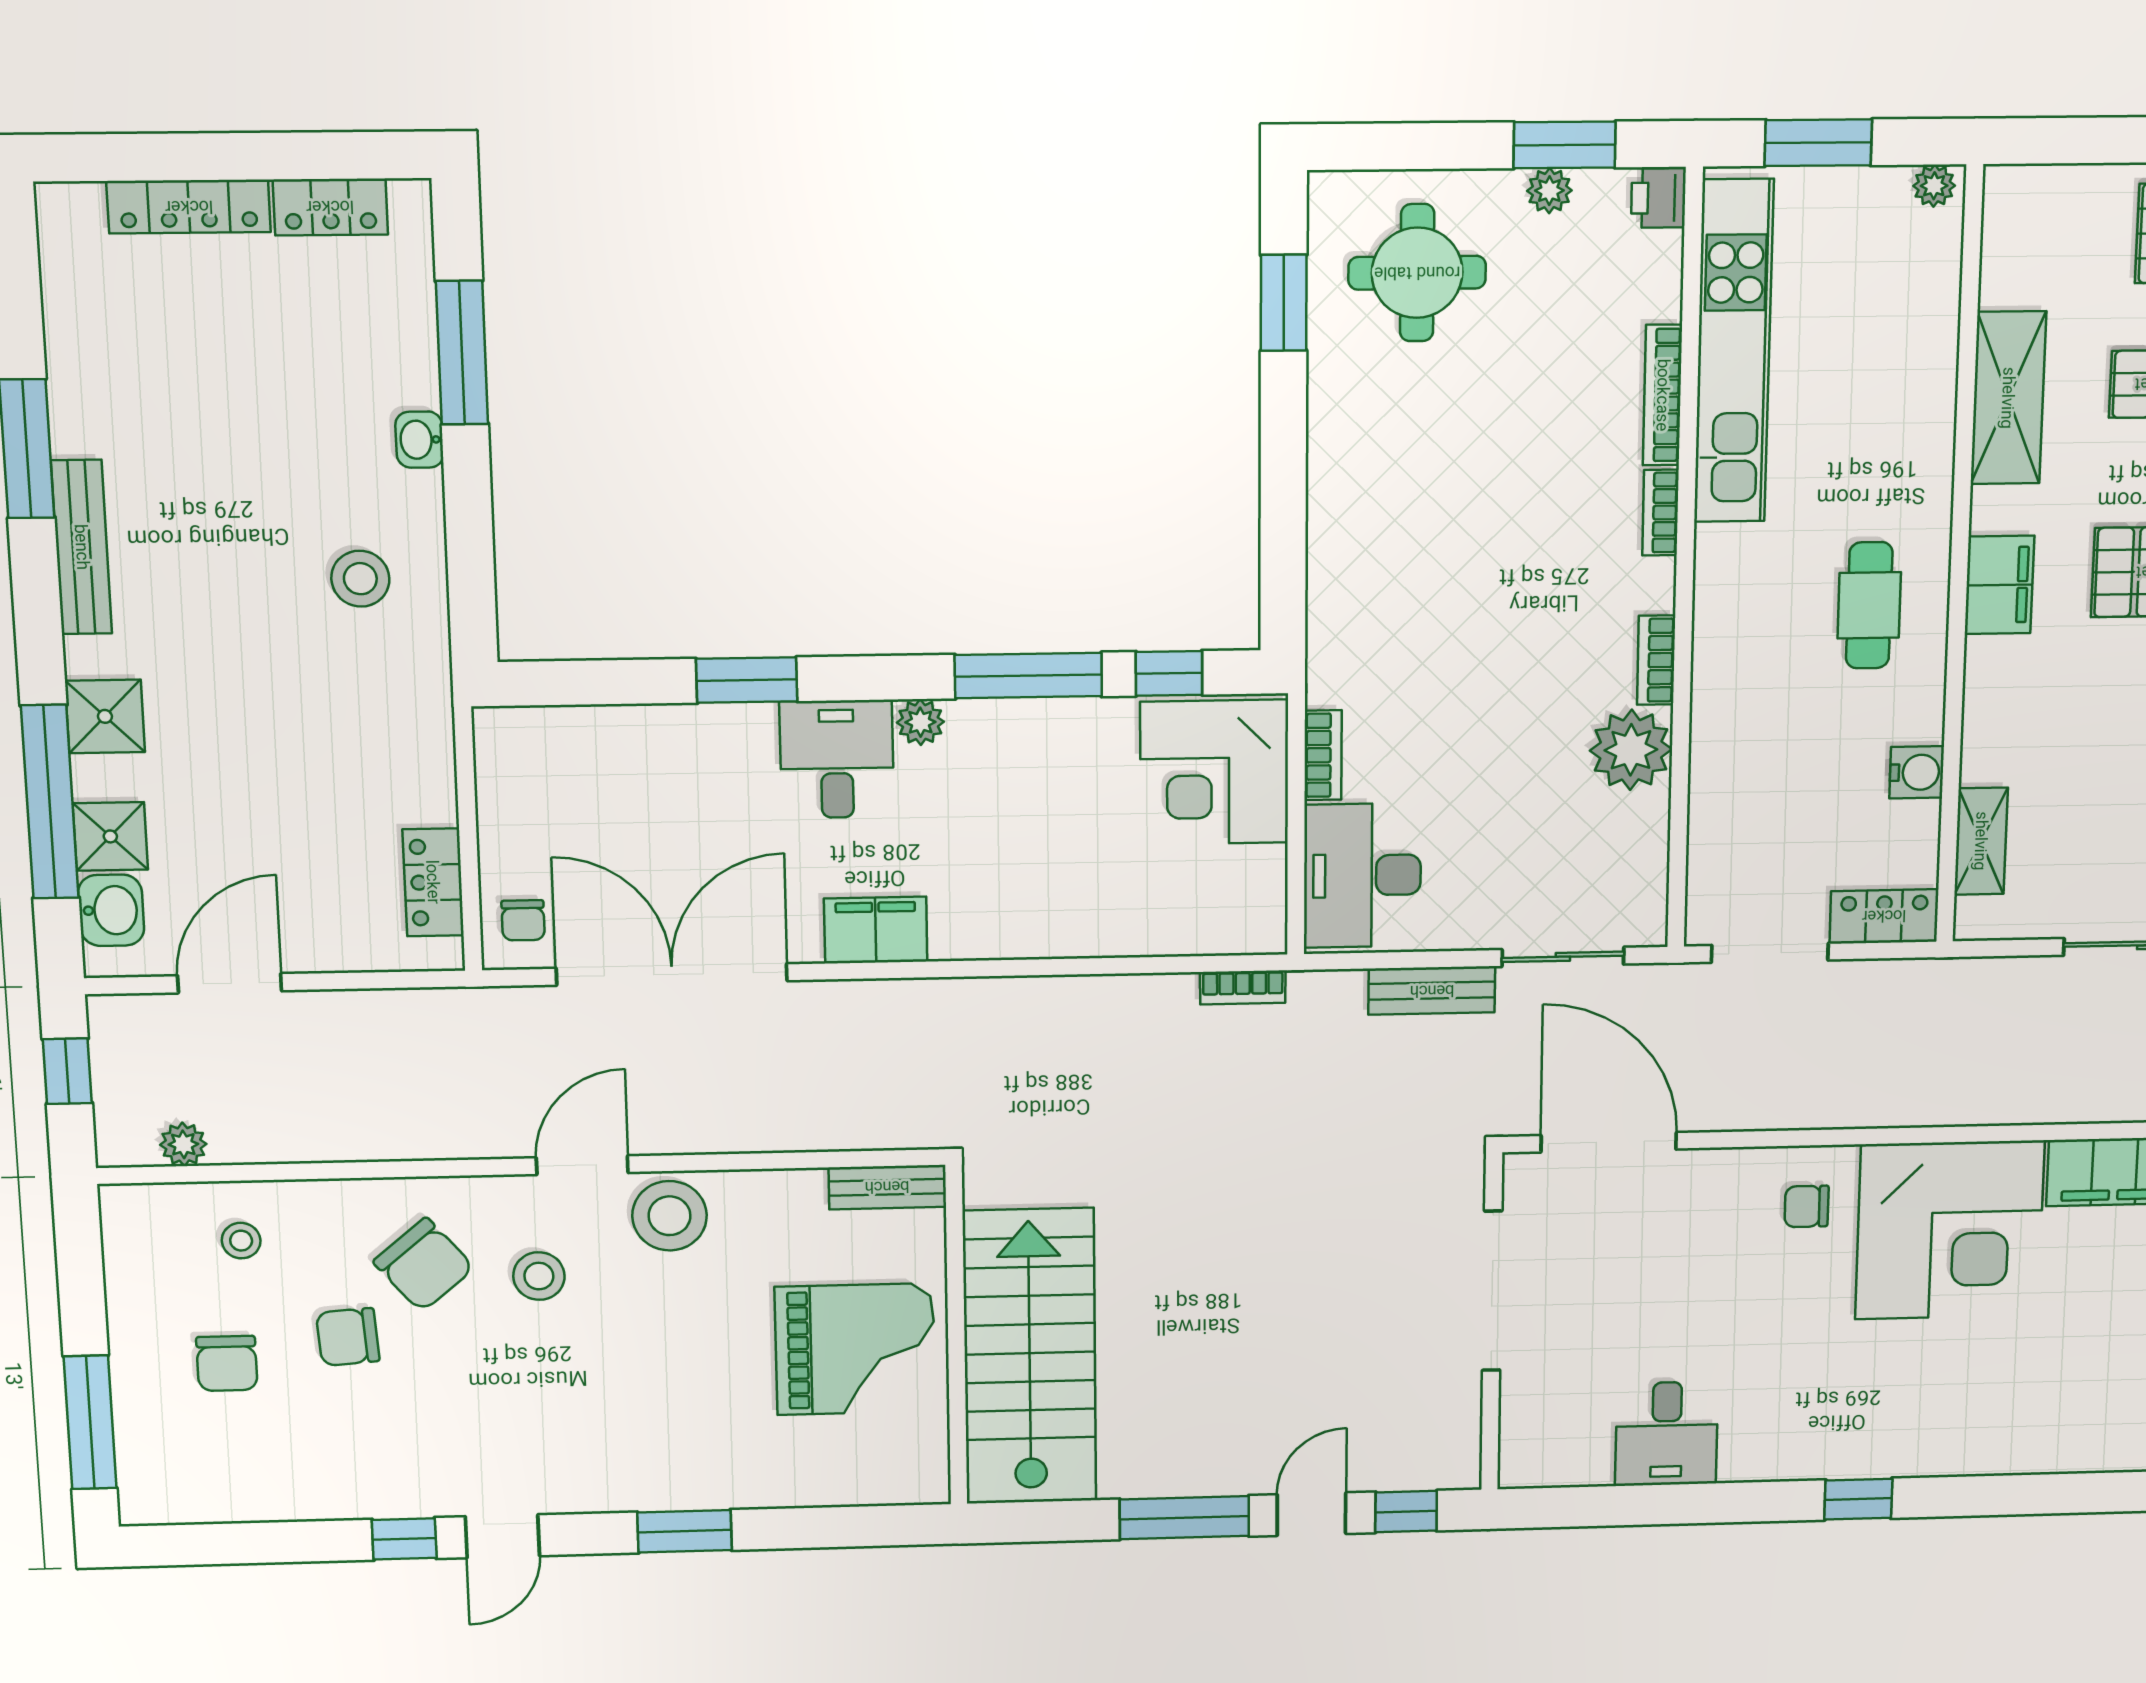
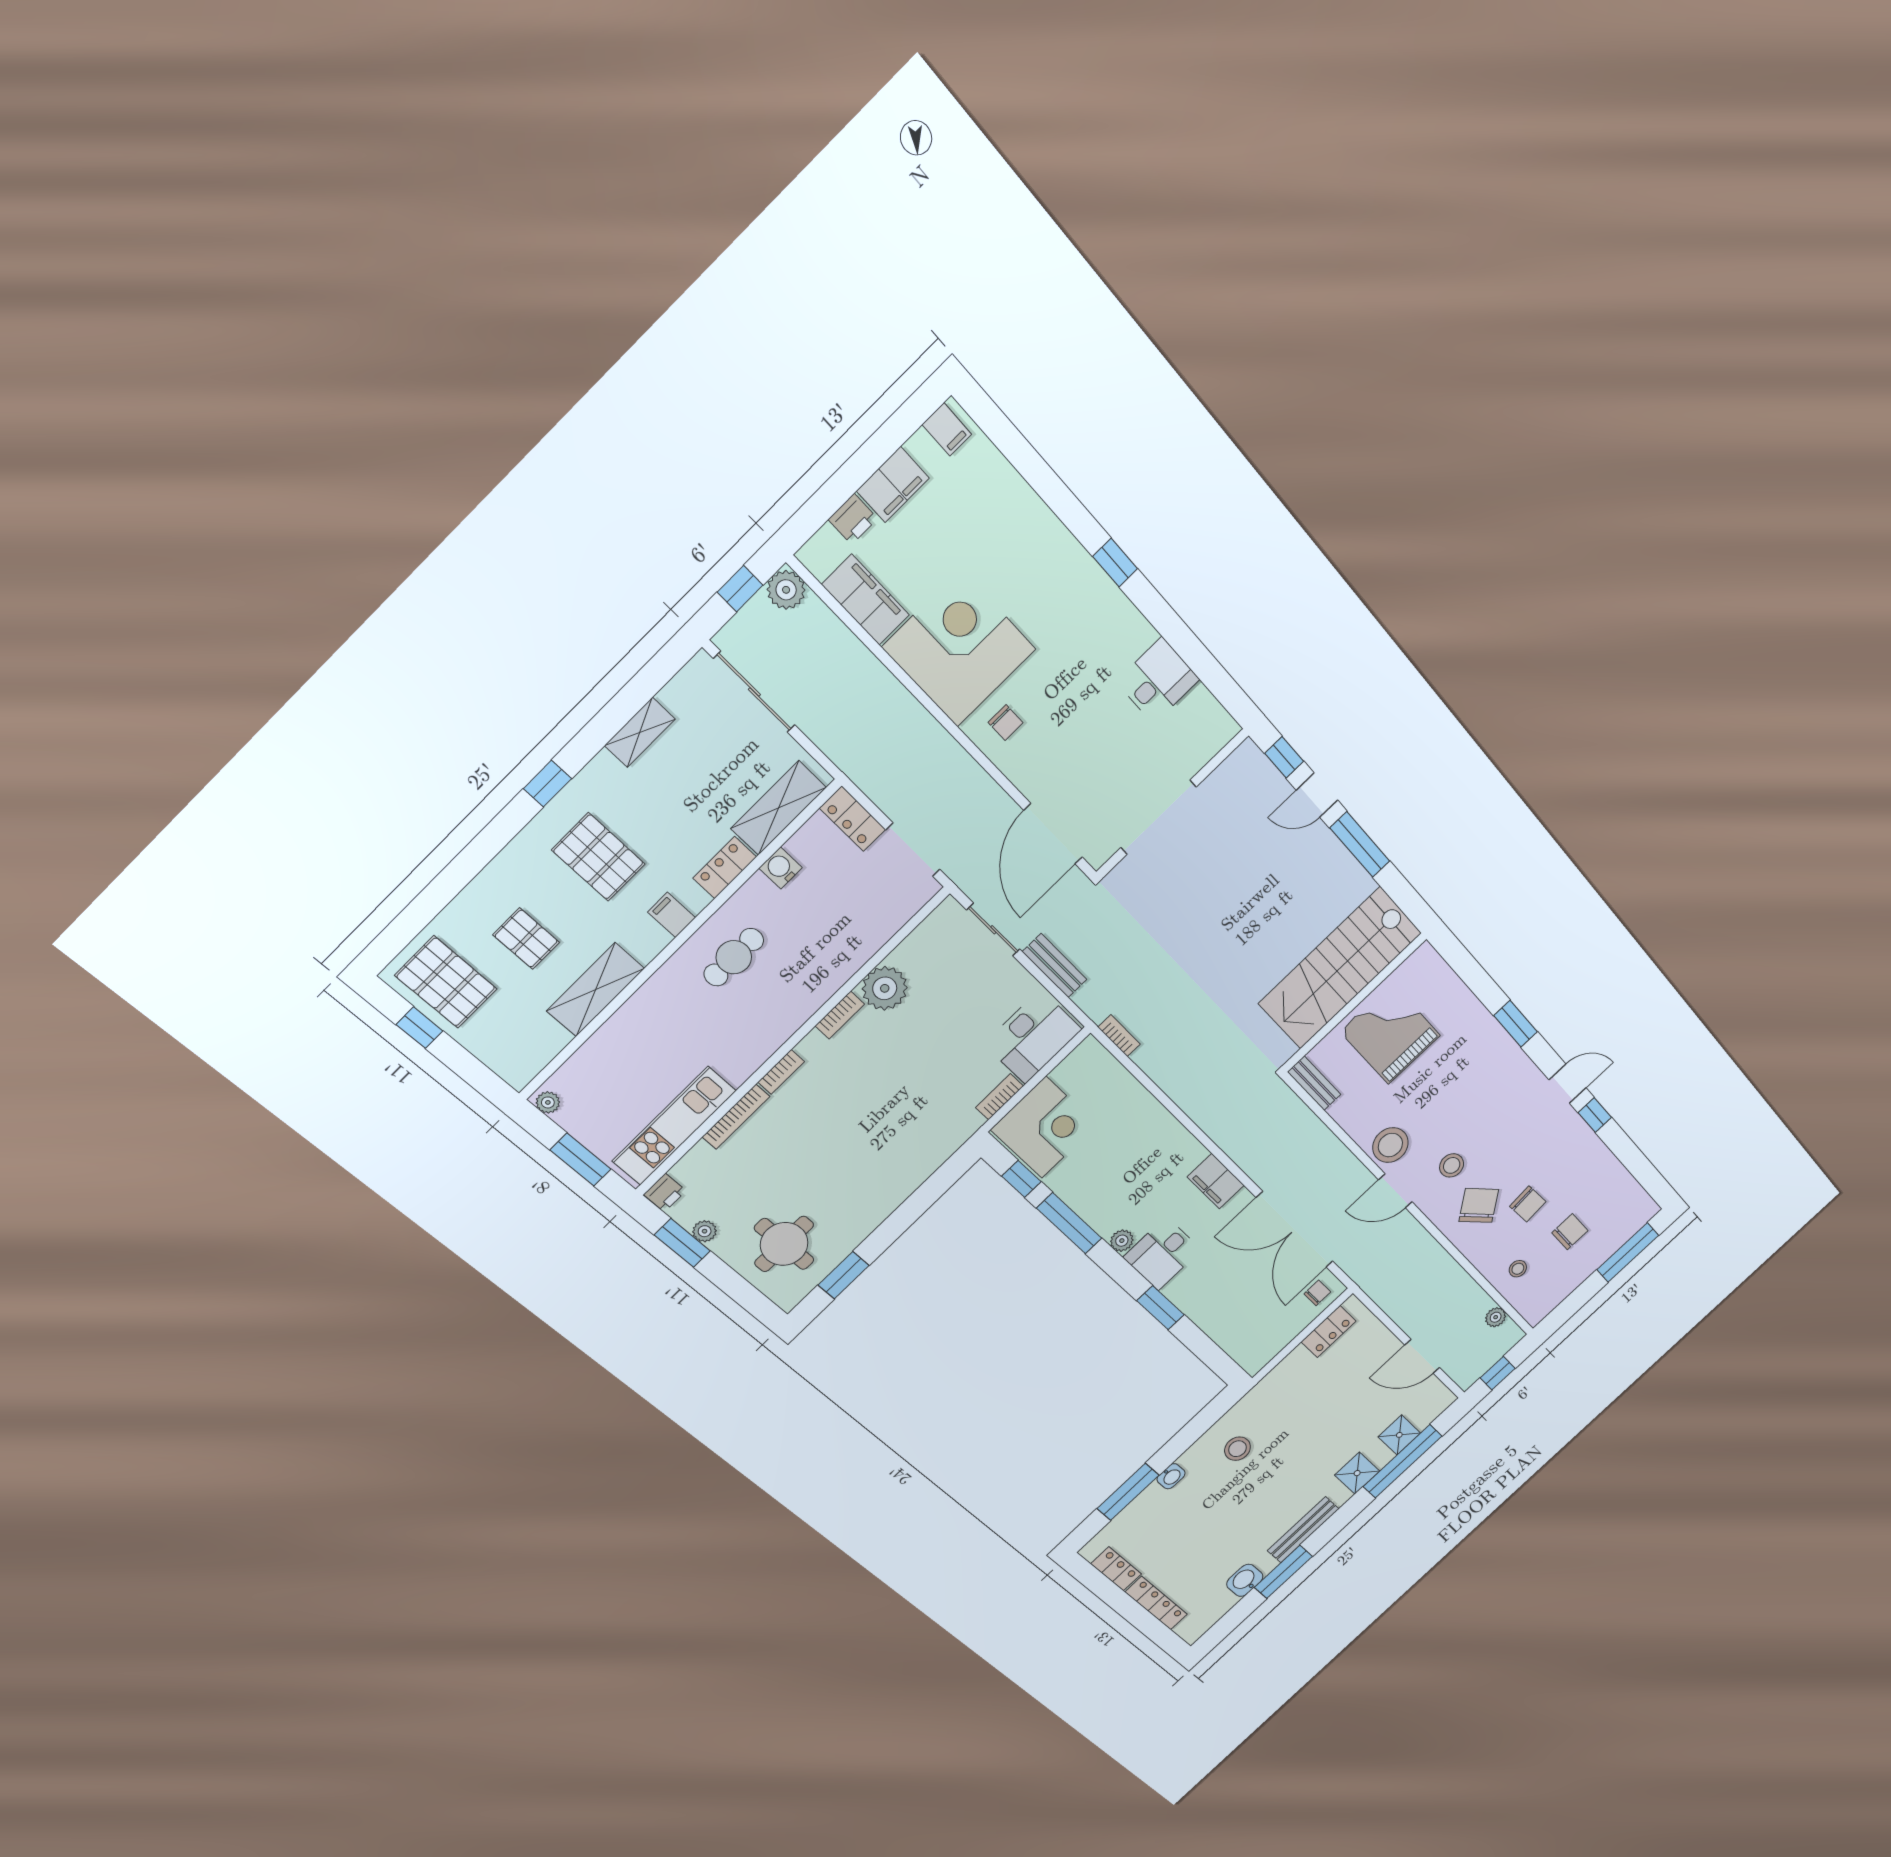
kitchen unit: (1734, 352) -> (674, 1126), width x0.73
filing cabinet: (1999, 585) -> (672, 915), width x0.50
locker: (1988, 706) -> (725, 868), added
shelving: (1981, 841) -> (778, 808), width x1.50, depth x1.33
washbasin: (111, 910) -> (1245, 1580), moved

